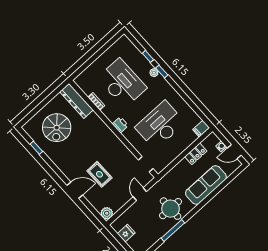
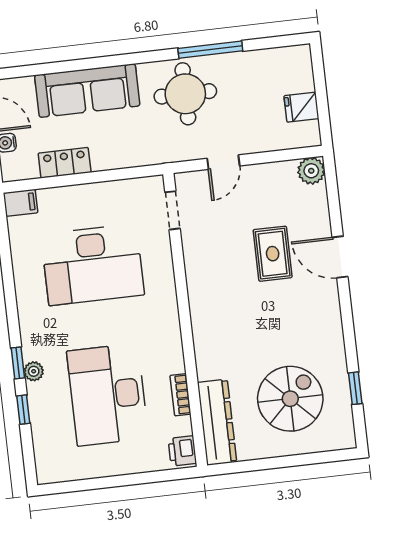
printer: (120, 125) -> (182, 451), moved

